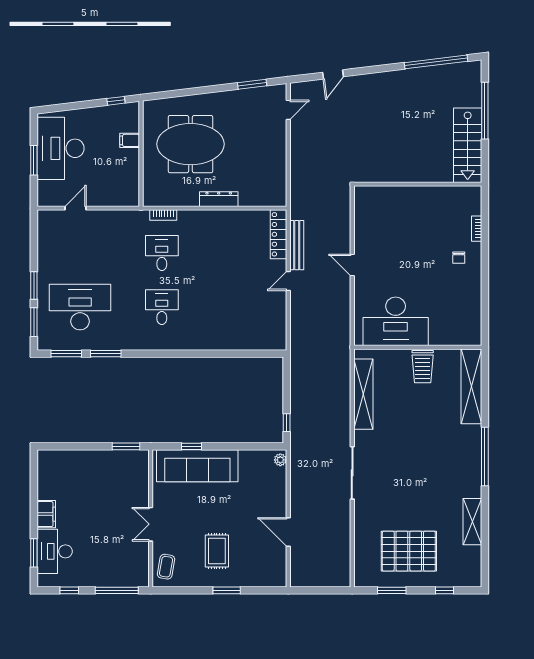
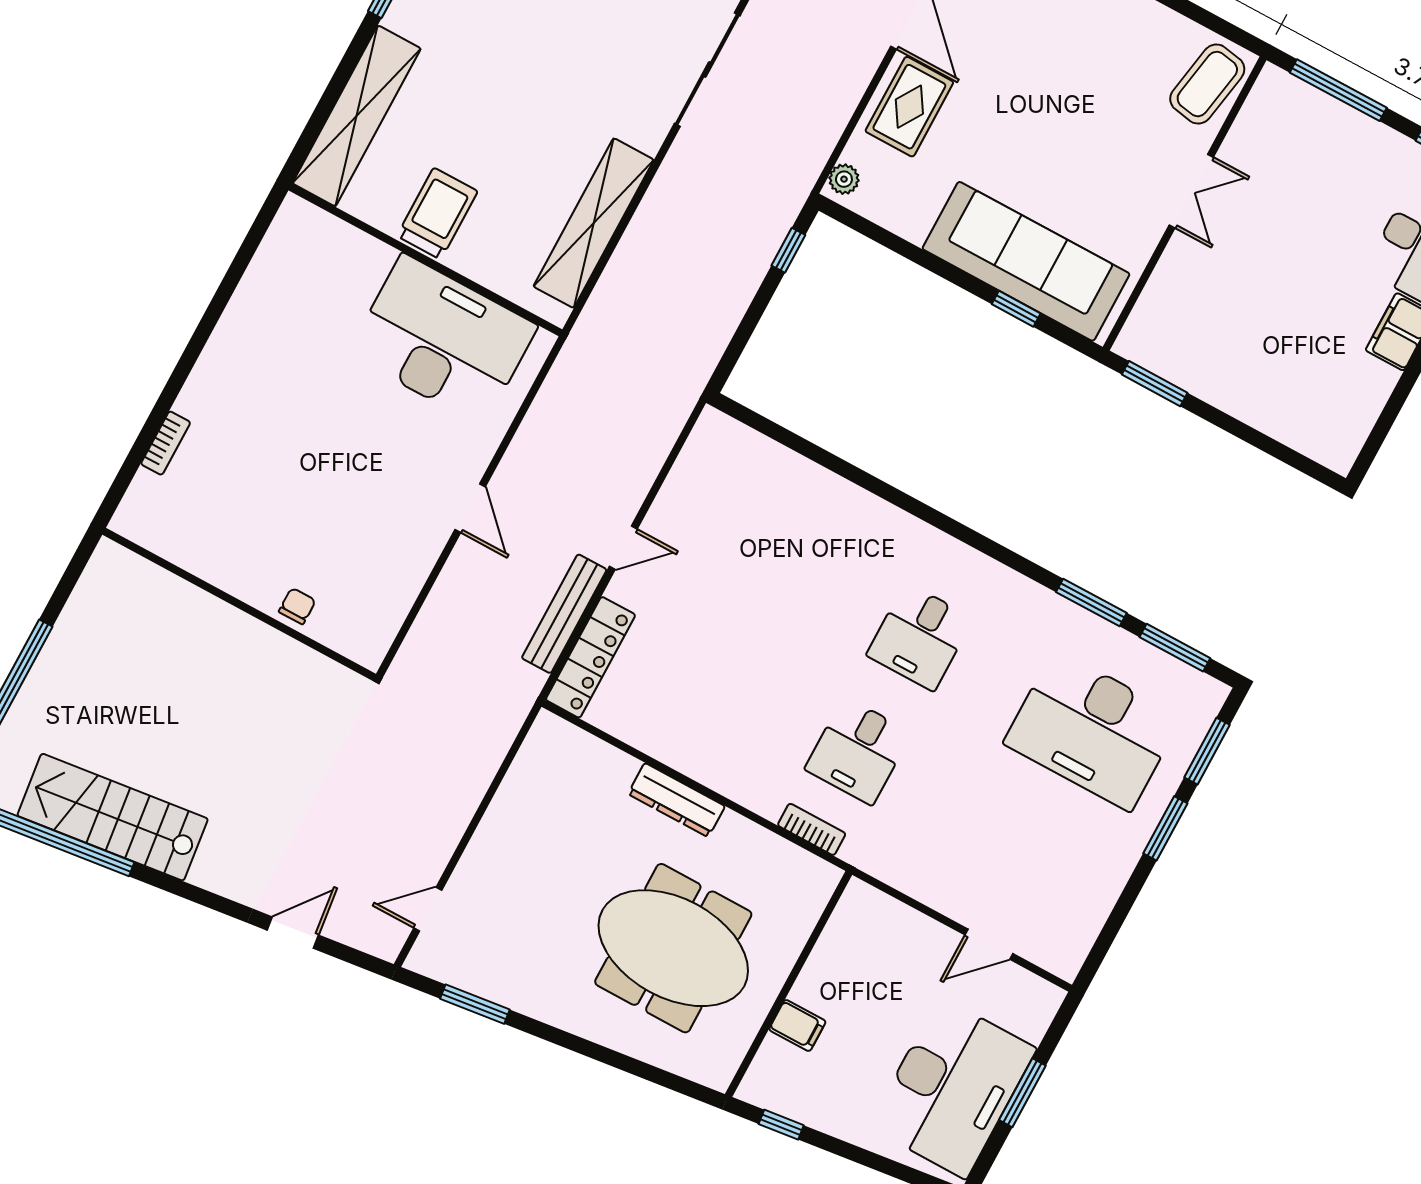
stairs: (468, 145) -> (113, 817), moved, turned -97
chair: (459, 258) -> (297, 606), moved
rug: (217, 551) -> (909, 107), moved
coffee table: (166, 567) -> (1207, 84), width x1.36, depth x1.30

